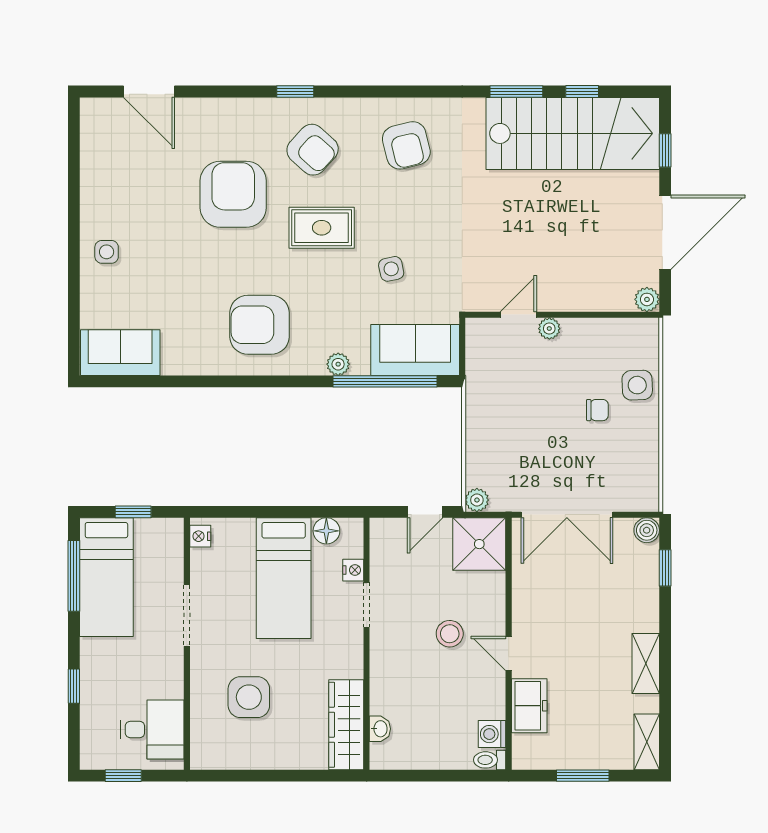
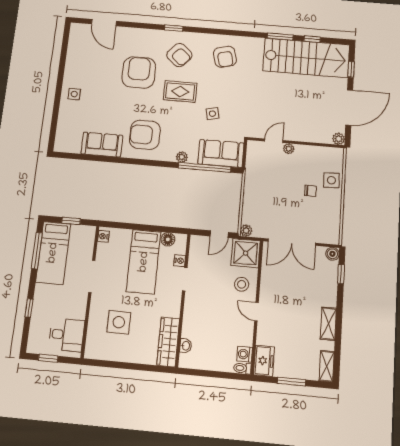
sofa: (120, 353) -> (102, 145), moved
stool: (450, 634) -> (242, 284), moved
freezer: (529, 706) -> (264, 361), moved

